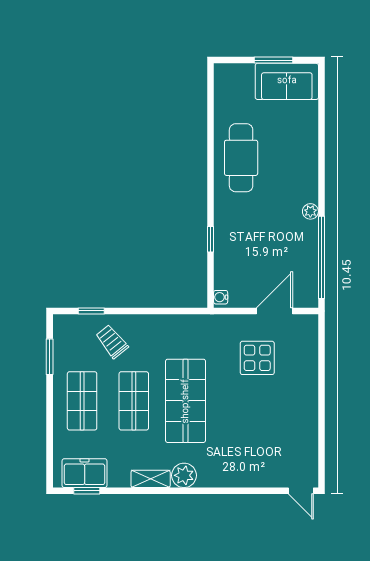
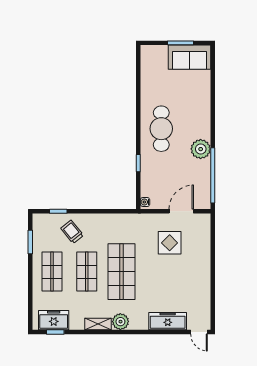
cafe table: (241, 158) -> (161, 129), moved
plant: (310, 211) -> (201, 149), width x1.88, depth x1.88
freezer: (254, 475) -> (168, 321), added

